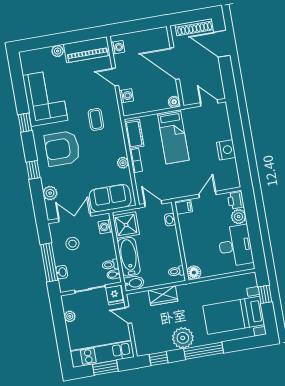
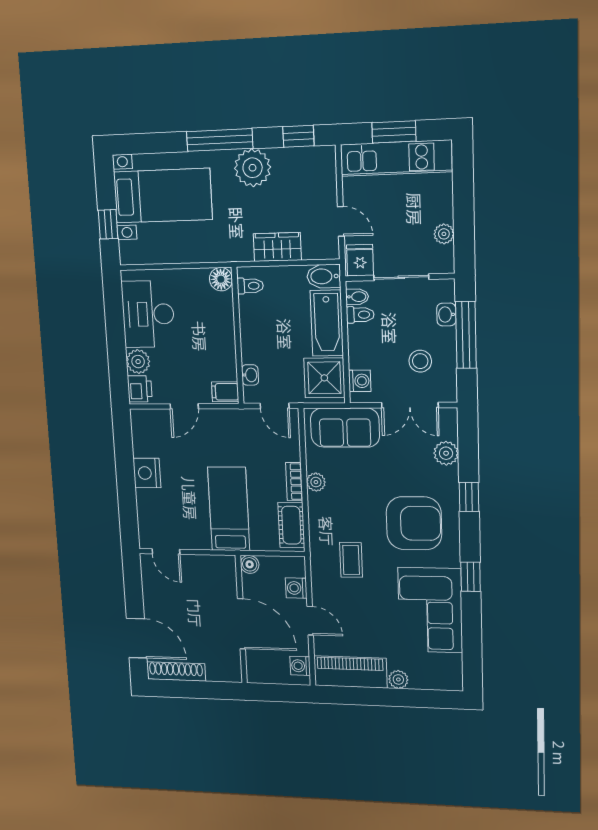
door: (175, 63) -> (241, 624), moved
wall: (175, 66) -> (241, 620), moved
boiler: (174, 102) -> (250, 564), moved

